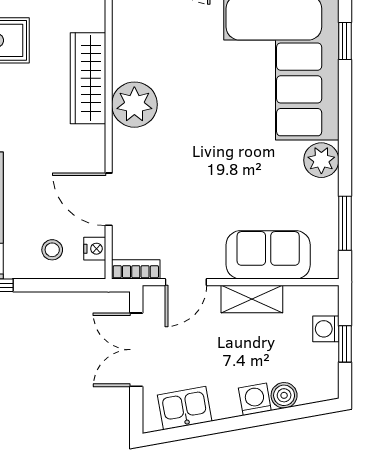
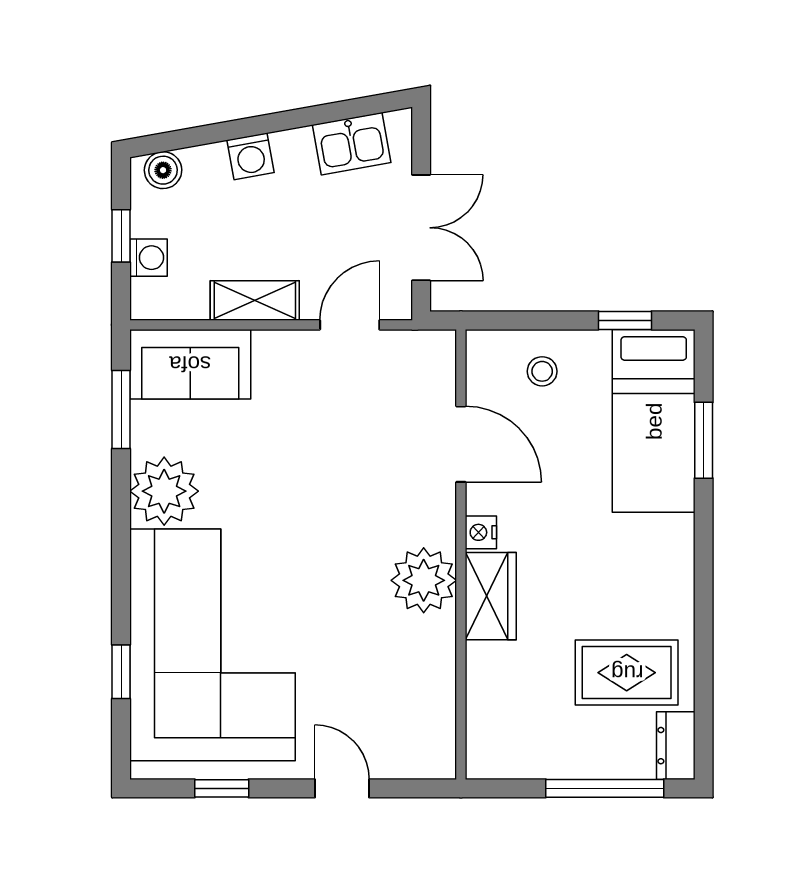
wardrobe: (88, 78) -> (491, 596), width x0.67
plant: (321, 160) -> (164, 491), width x1.36, depth x1.36
nightstand: (95, 249) -> (481, 532), moved
sofa: (268, 255) -> (190, 364), moved
bookcase: (136, 269) -> (422, 343), removed
boiler: (284, 395) -> (163, 170), moved

